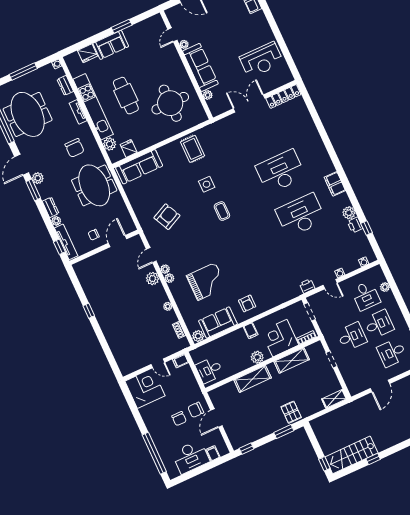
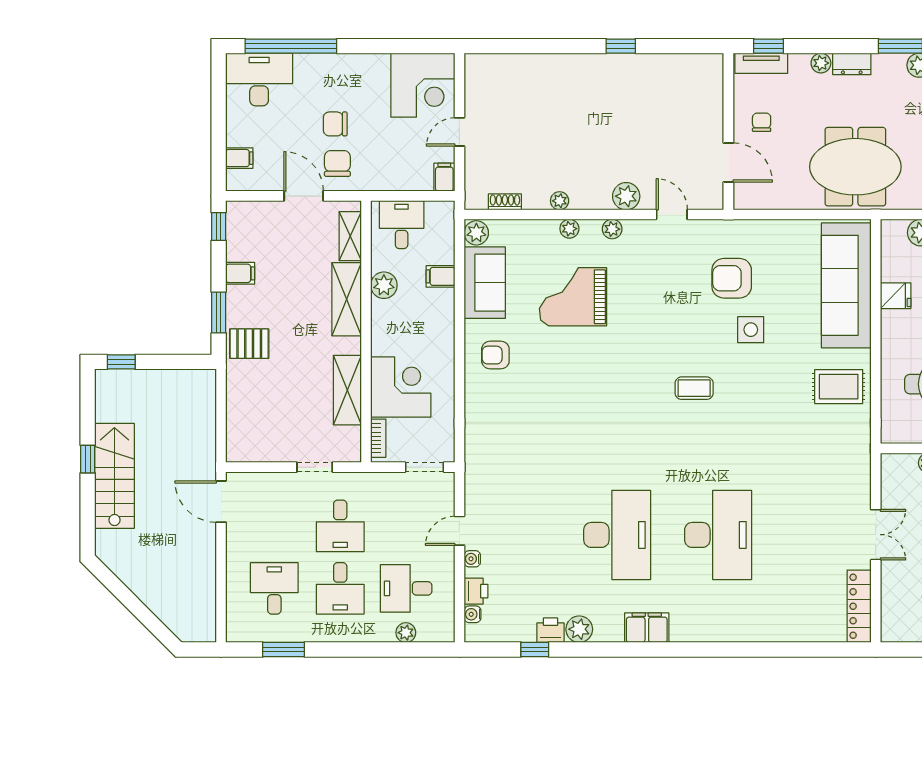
double door: (249, 103) -> (876, 535), width x0.73
fridge: (129, 148) -> (896, 296), moved
sofa: (139, 167) -> (846, 285), width x1.36, depth x1.27
side table: (207, 184) -> (751, 330), moved
armchair: (167, 217) -> (732, 278), turned 116
tv unit: (66, 242) -> (761, 63), width x0.71
plant: (165, 269) -> (569, 229), moved
grand piano: (207, 282) -> (573, 297), turned 90
printer: (307, 286) -> (476, 591), moved
filing cabinet: (251, 331) -> (440, 276), moved
plant: (257, 357) -> (384, 285), moved
door: (380, 386) -> (221, 502), moved
shelving: (334, 399) -> (350, 236), moved
filing cabinet: (263, 430) -> (240, 273), added
stairs: (351, 455) -> (114, 476), moved
desk: (191, 457) -> (259, 79), moved, turned 90

